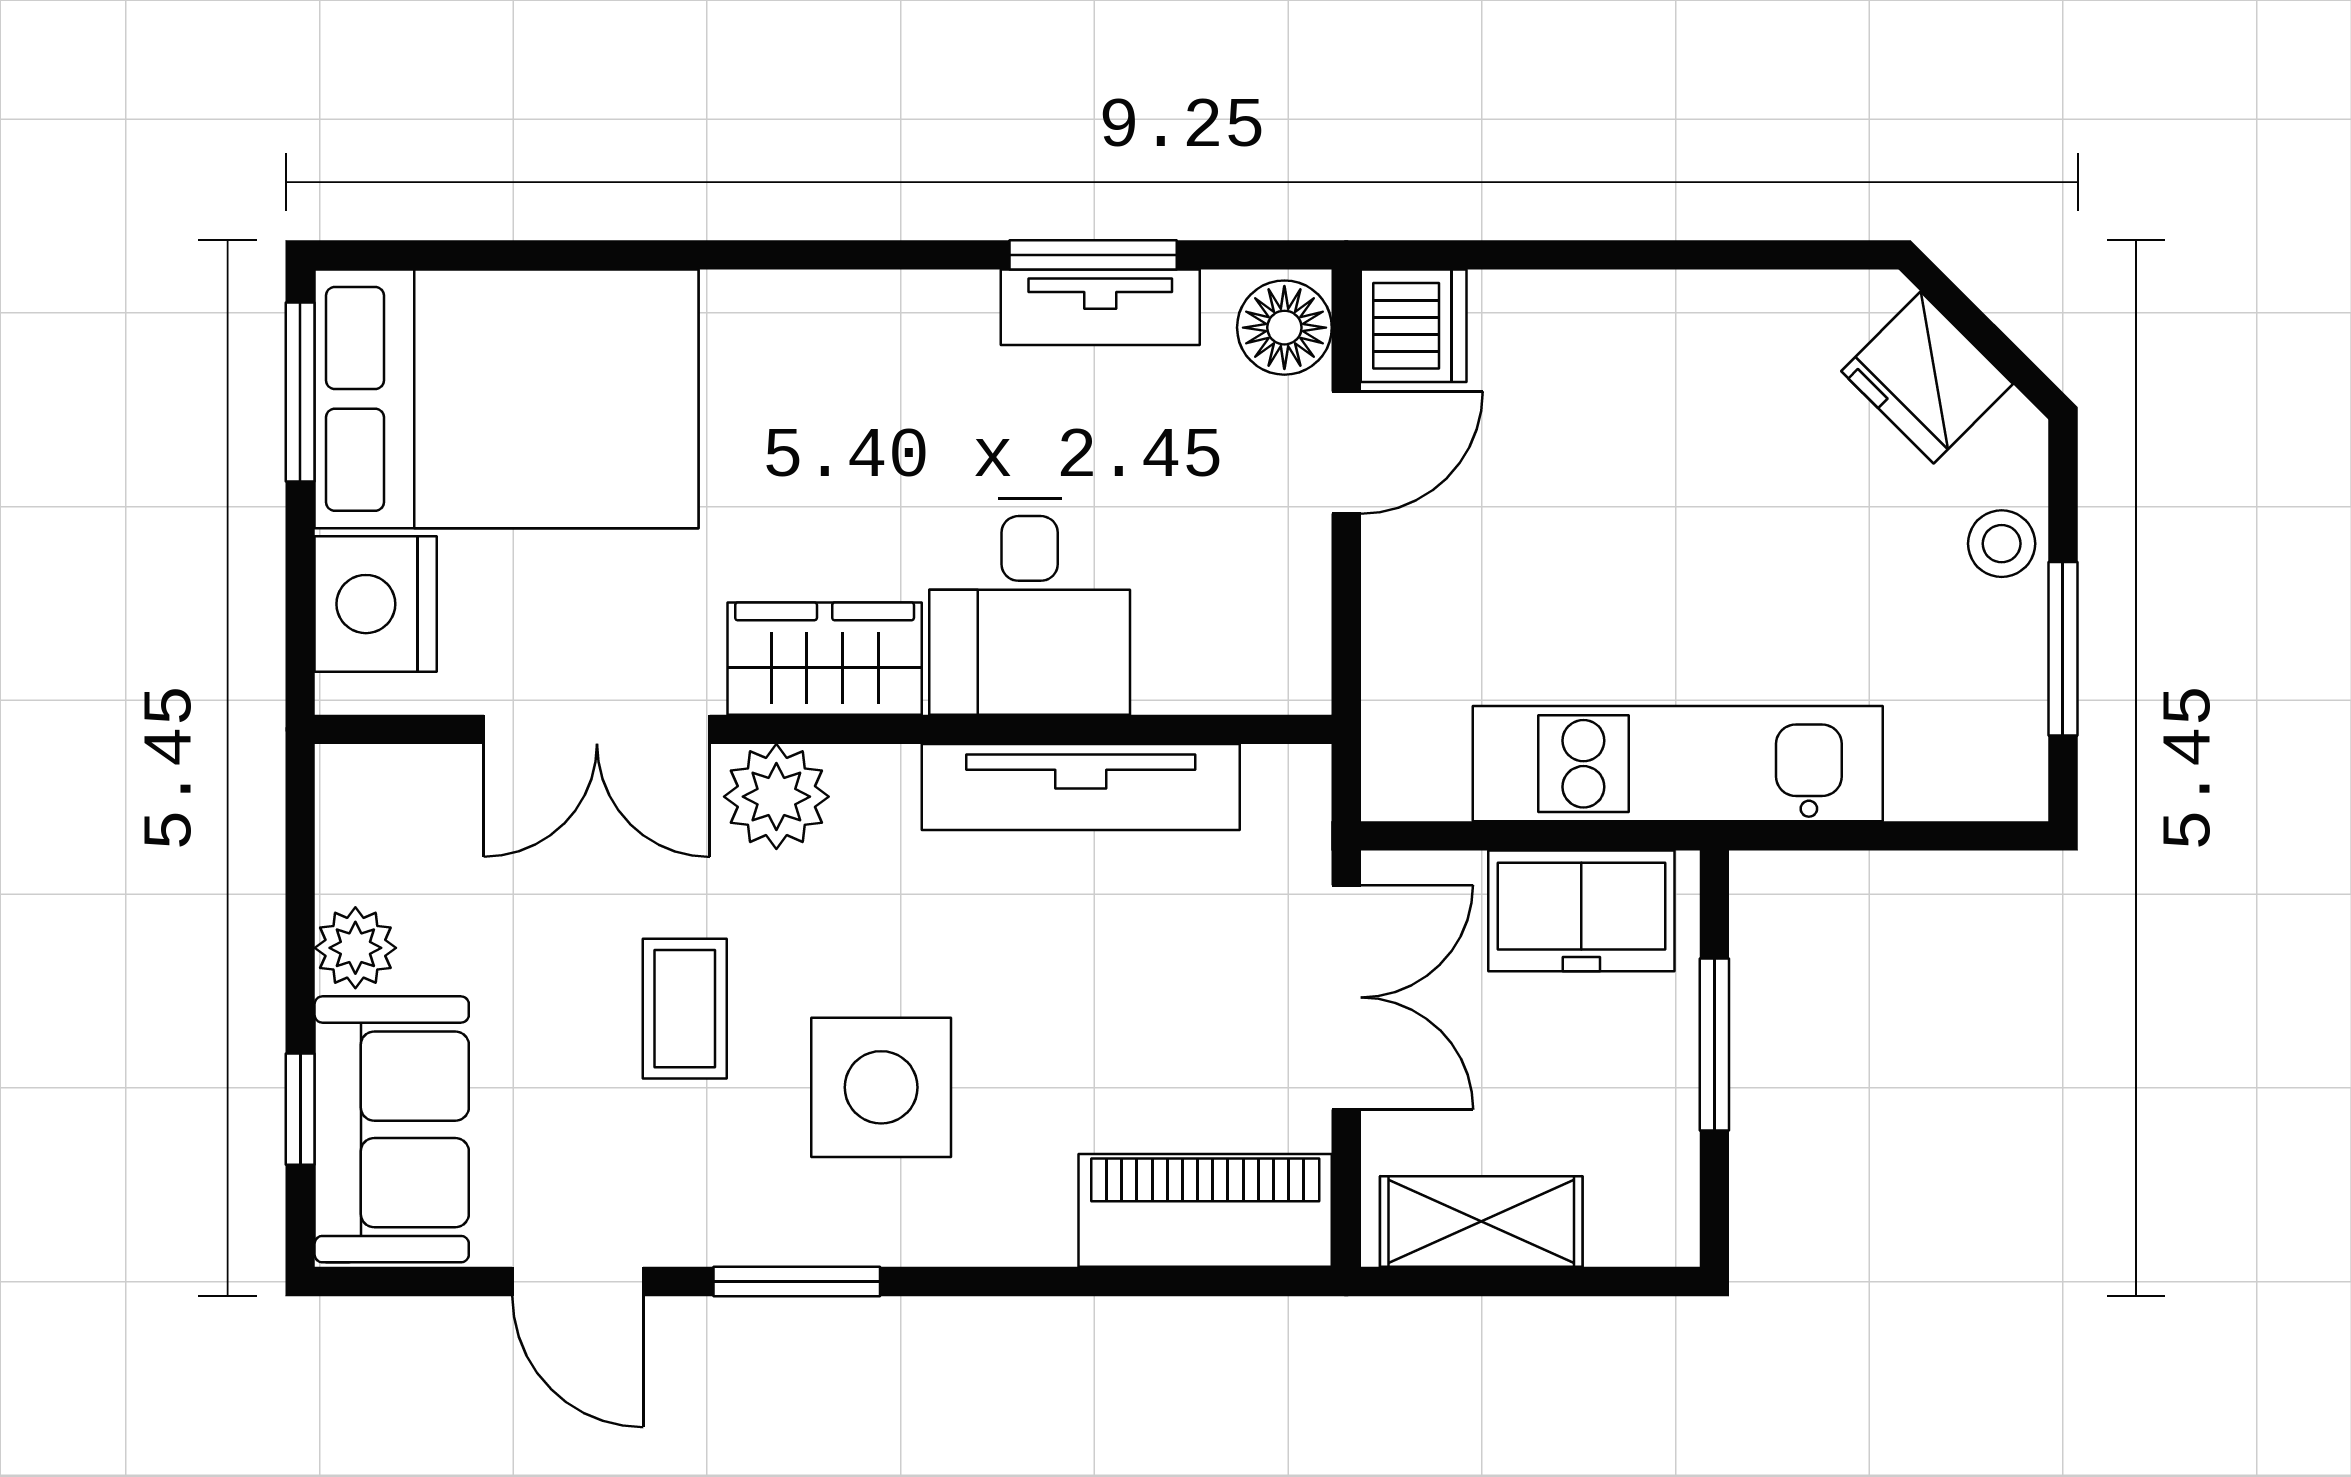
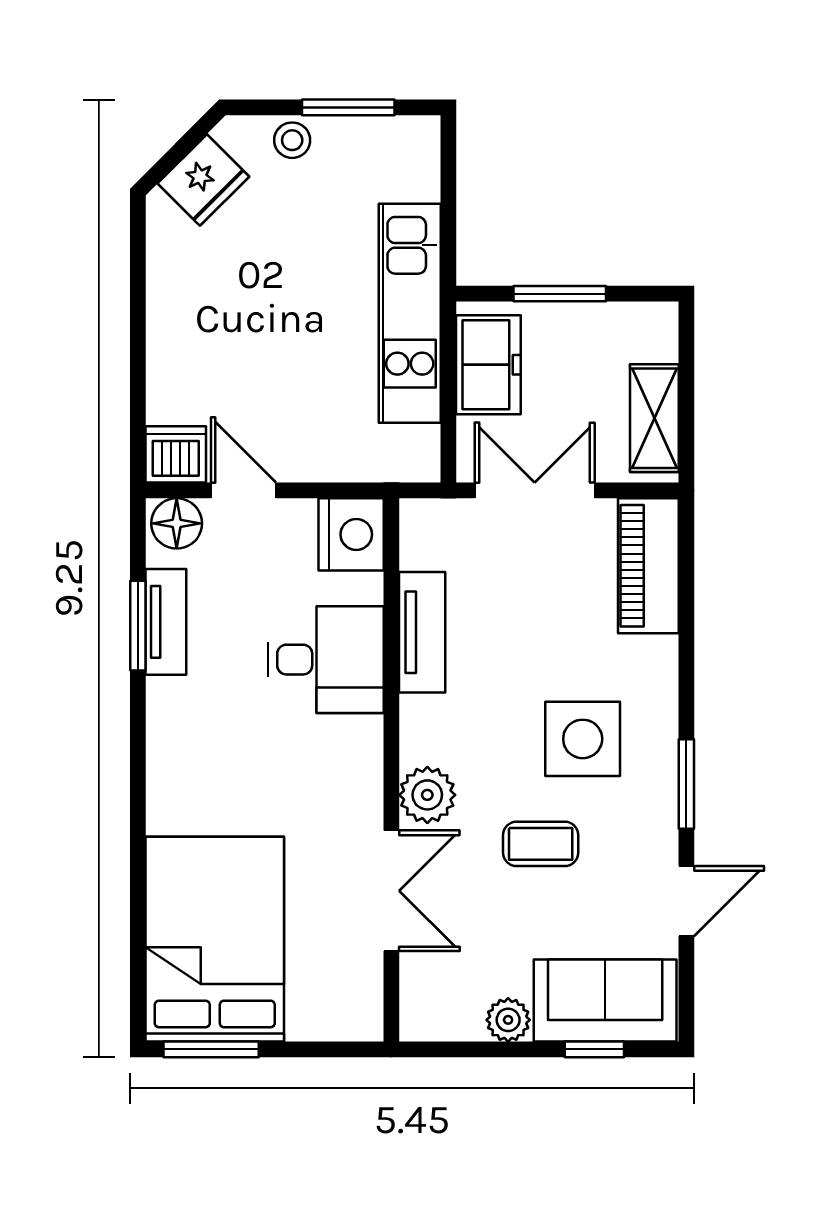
nightstand: (376, 604) -> (351, 534), moved, turned -90
wardrobe: (825, 659) -> (354, 769), removed
tv unit: (1081, 787) -> (422, 632), width x0.71

